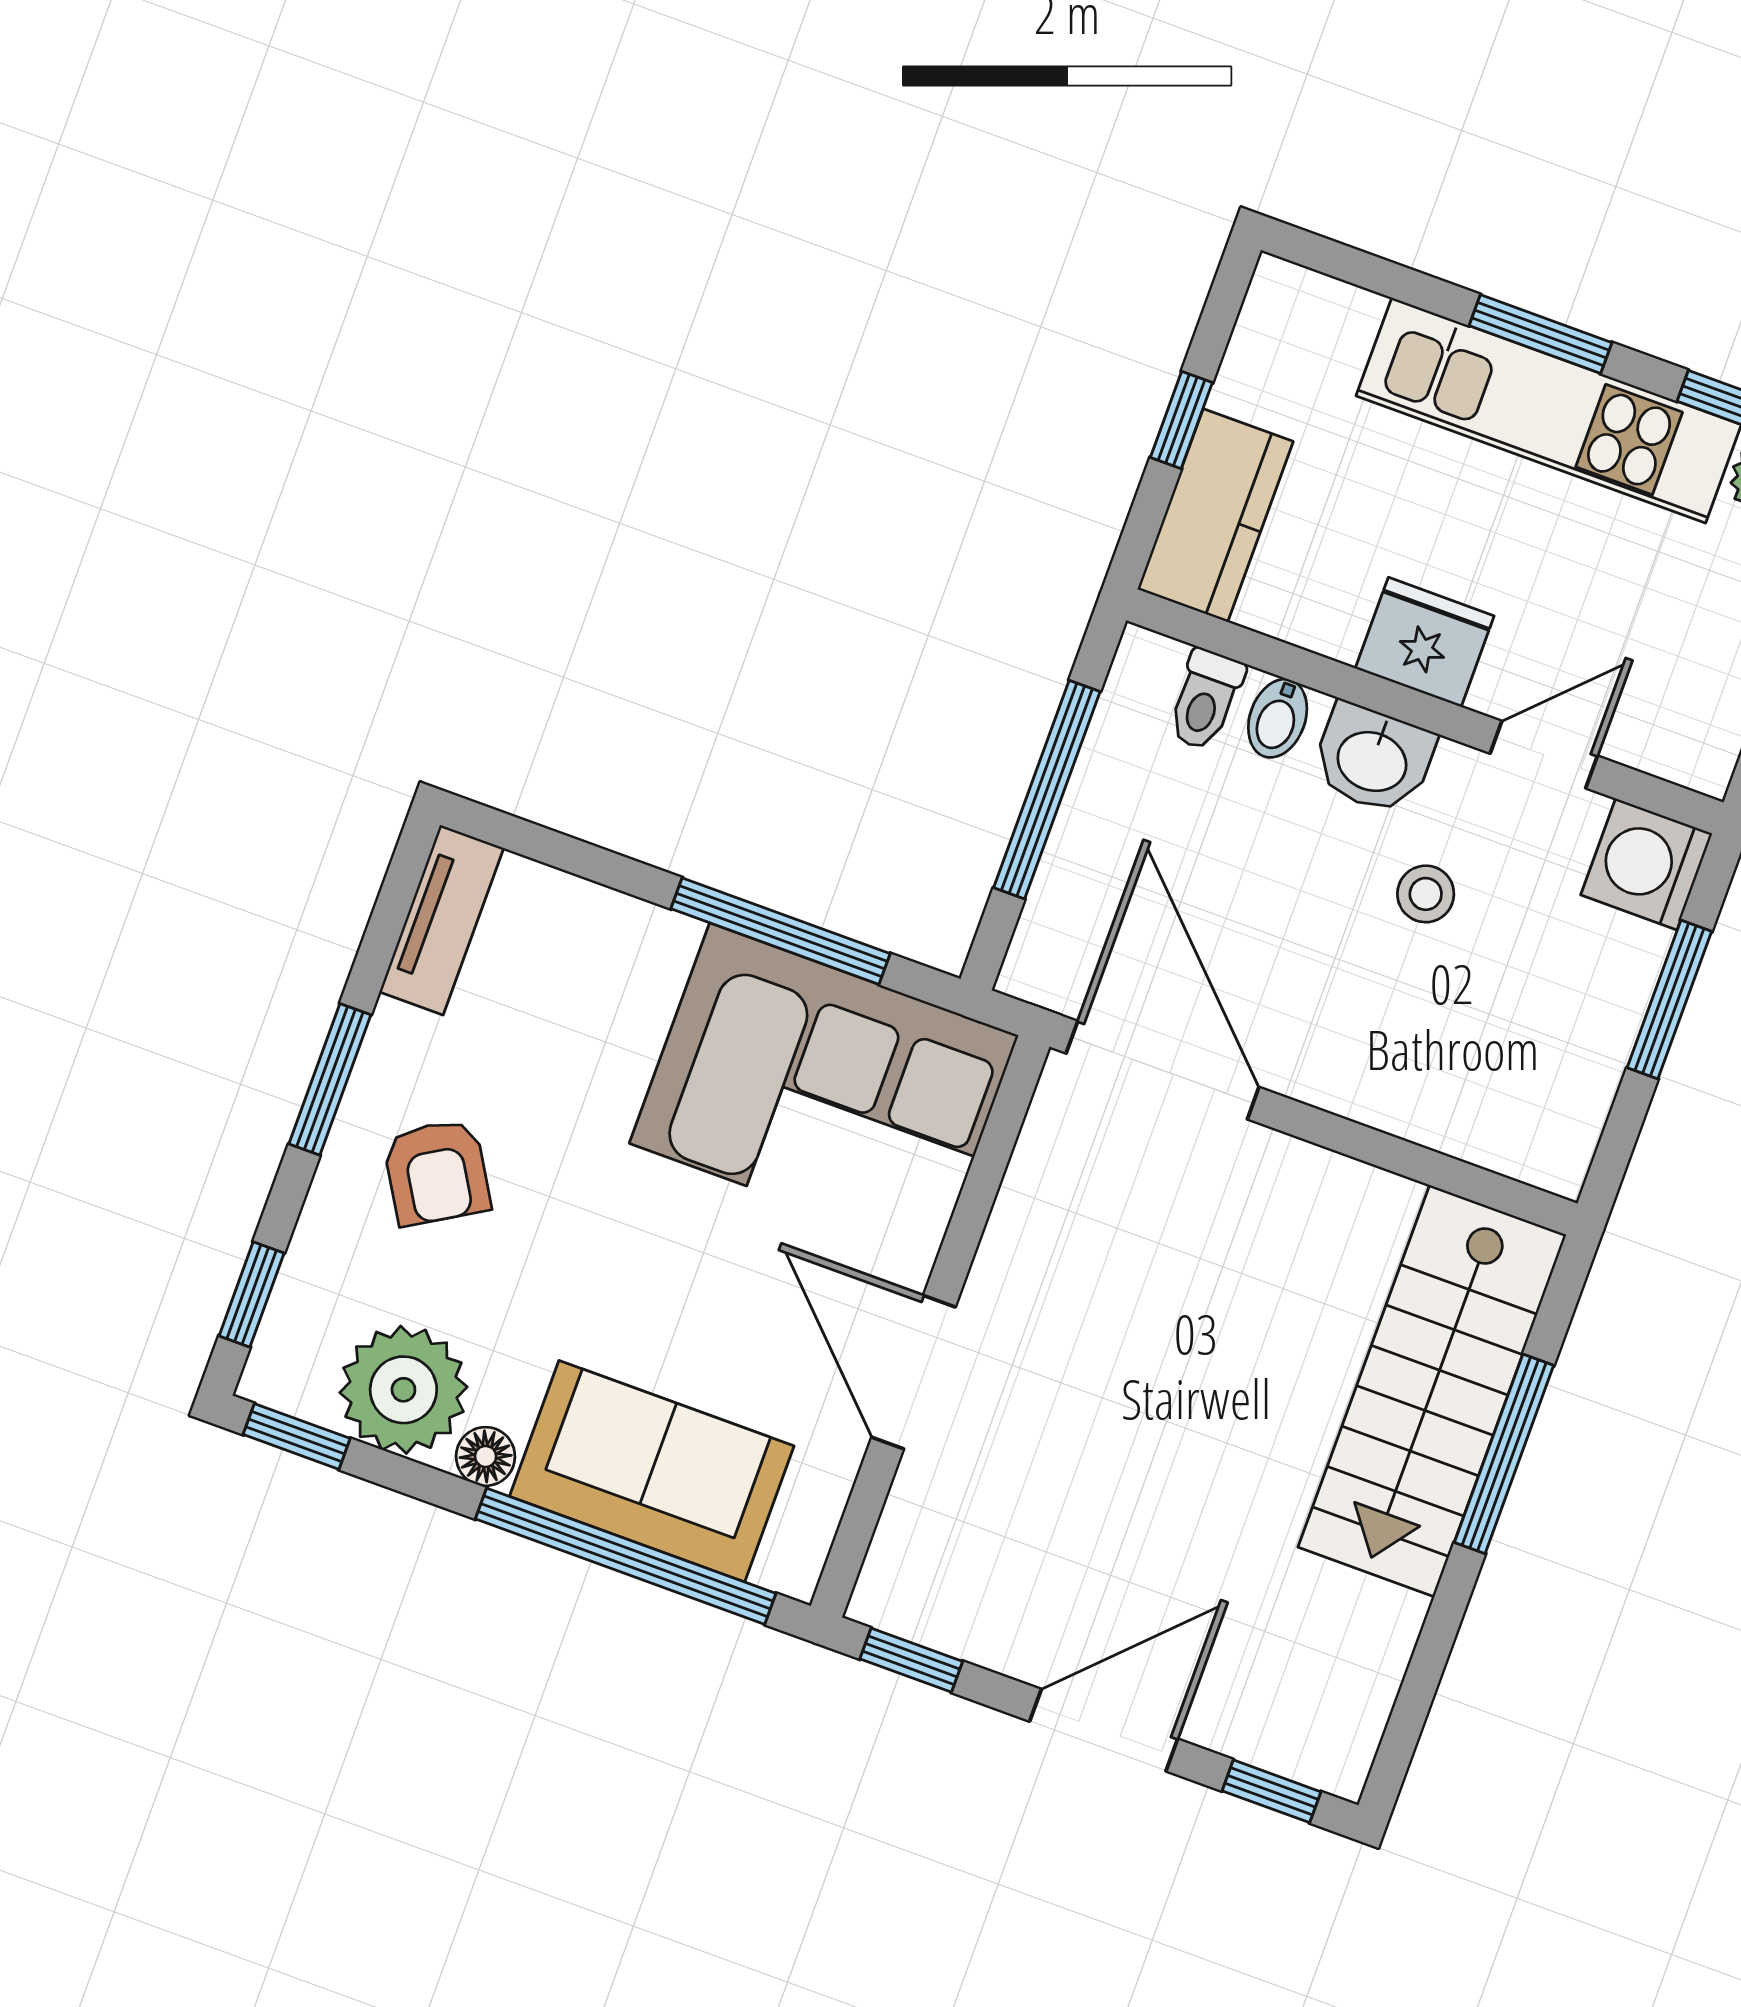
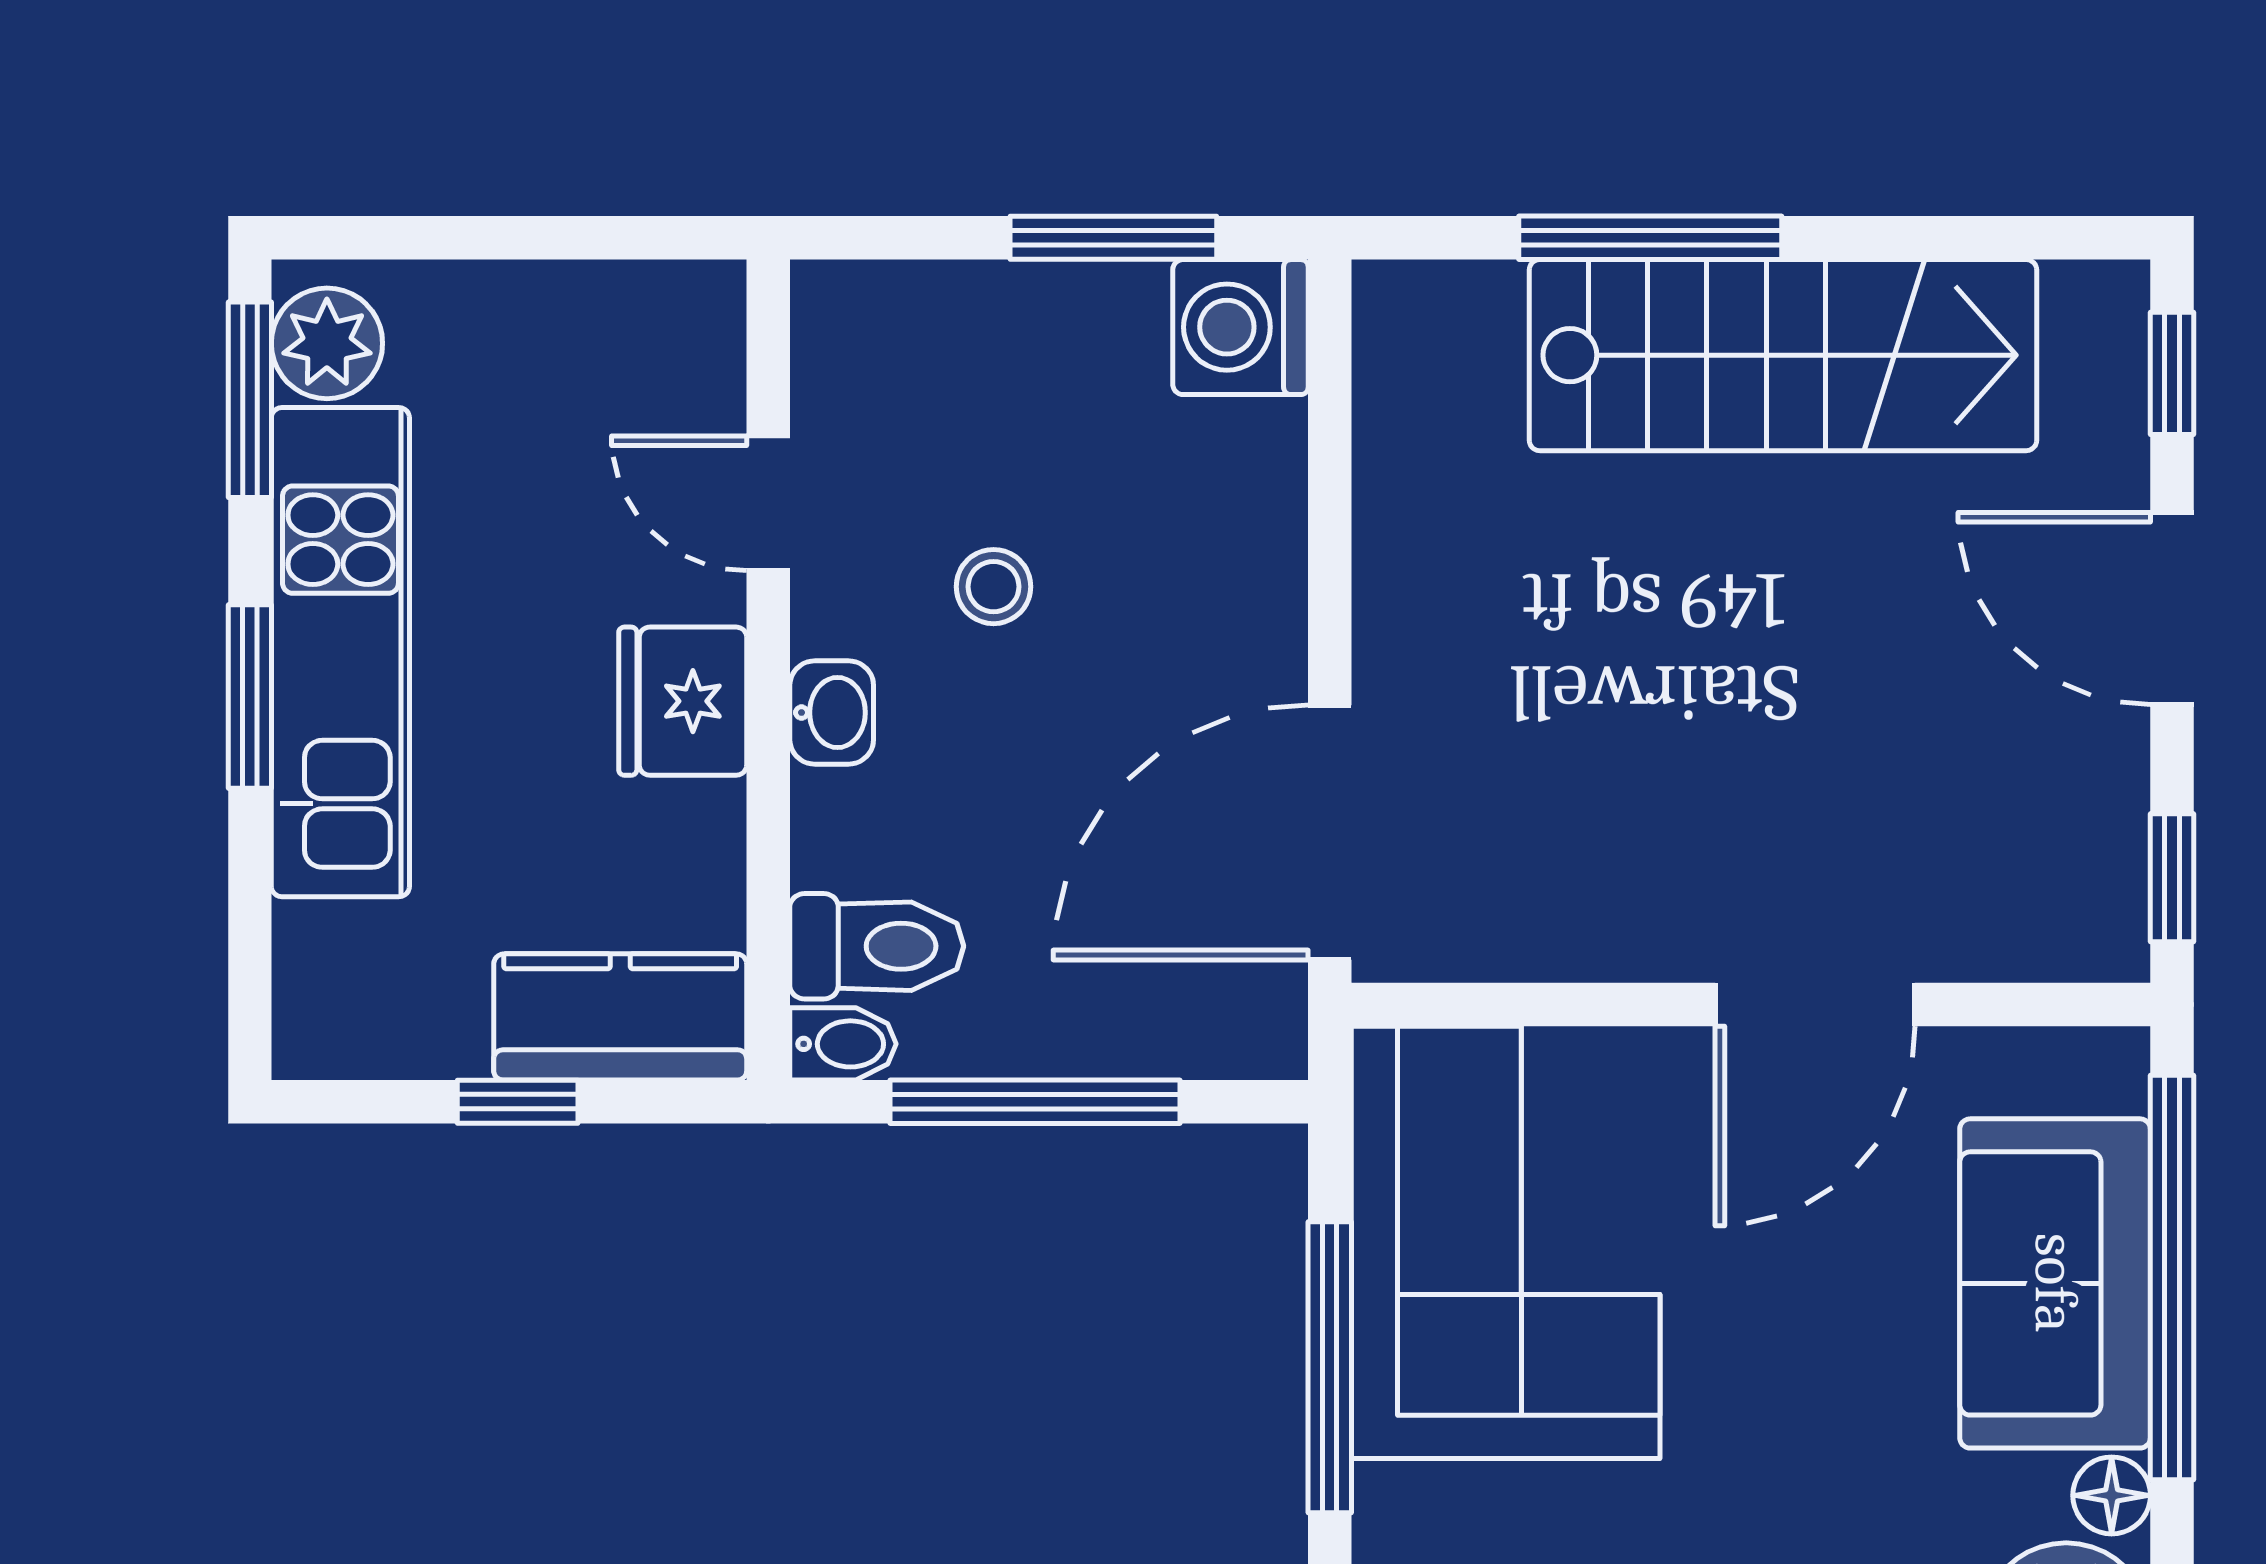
toilet: (1205, 700) -> (877, 946), width x1.37, depth x1.39
bidet: (1278, 718) -> (843, 1044), moved
washbasin: (1373, 759) -> (832, 713), width x0.72, depth x0.69
washing machine: (1646, 864) -> (1240, 327), moved, turned 90
window: (1669, 1000) -> (1113, 238), moved
stairs: (1432, 1391) -> (1783, 355), moved

